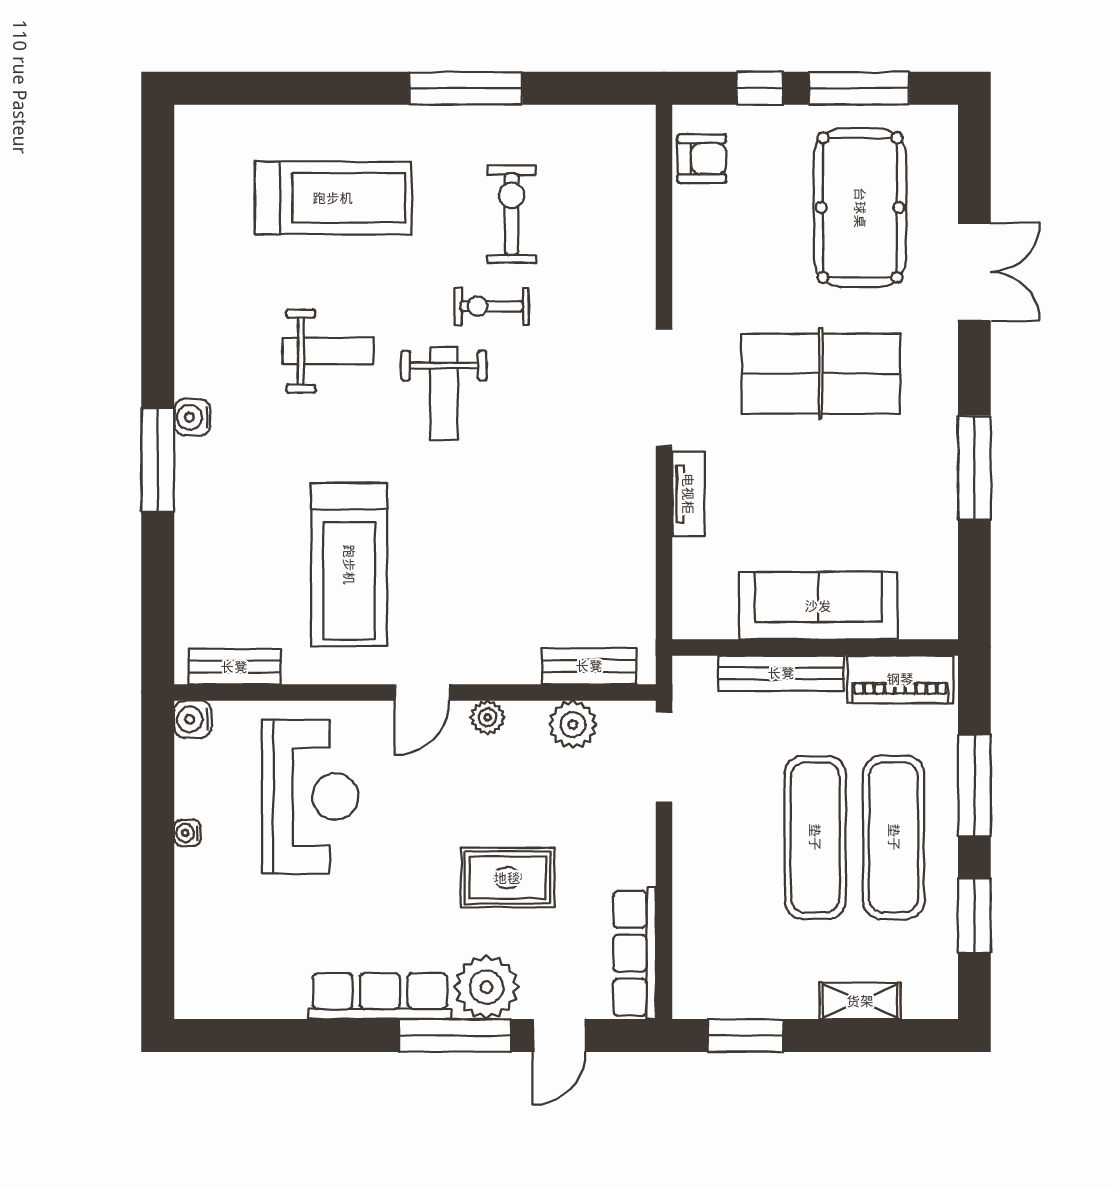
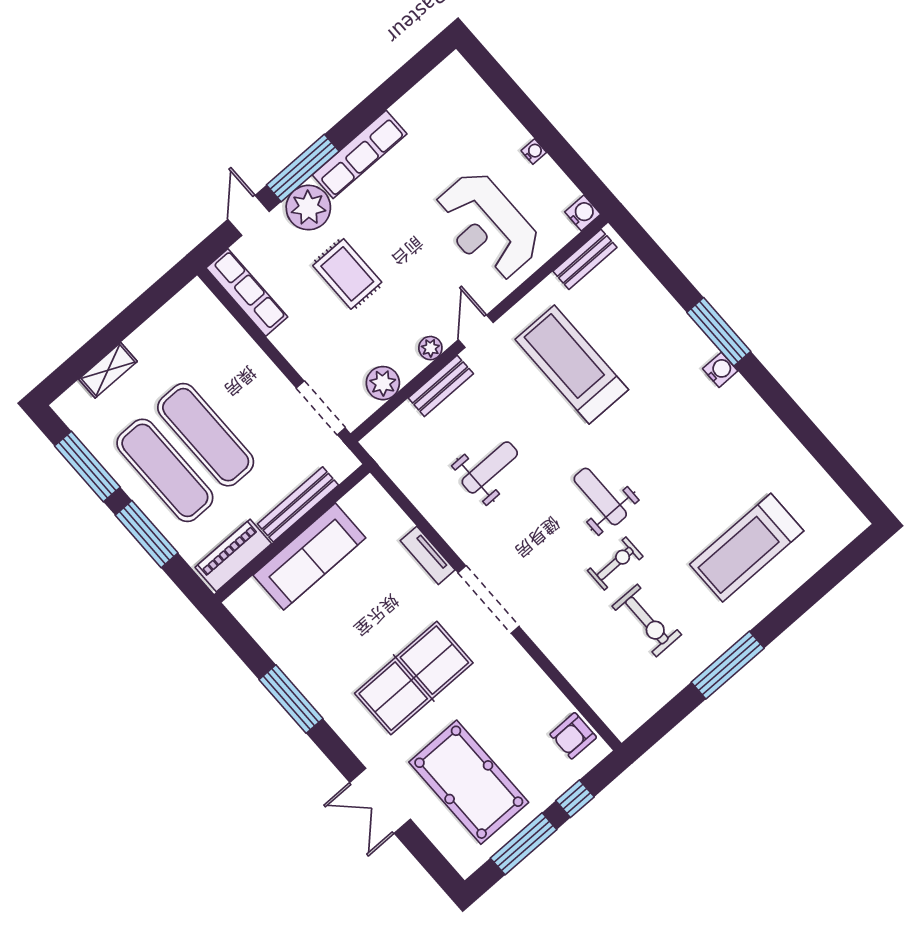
weight bench: (328, 351) -> (490, 467), moved, turned 180
bench: (589, 666) -> (441, 386), moved
rug: (507, 878) -> (347, 274), turned 90
window: (974, 916) -> (87, 466), width x1.44
window: (745, 1035) -> (152, 300), removed

